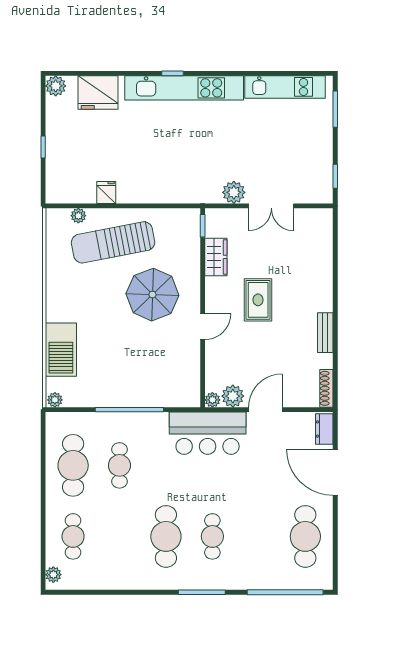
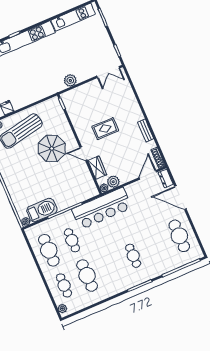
double door: (271, 206) -> (108, 72), moved
wardrobe: (216, 257) -> (97, 168), moved
rug: (258, 300) -> (105, 129), turned 90
door: (203, 327) -> (83, 154), swing flipped
barbecue: (61, 350) -> (42, 210), moved, turned -90
door: (265, 410) -> (148, 175), moved
bar counter: (208, 433) -> (102, 208), width x1.36
cafe table: (166, 536) -> (87, 276), moved

